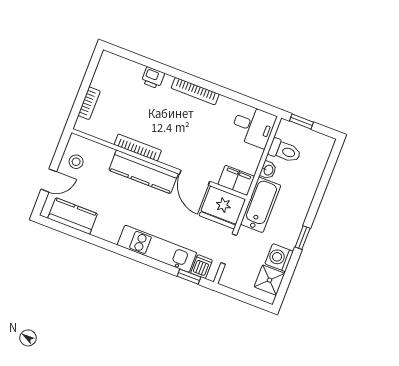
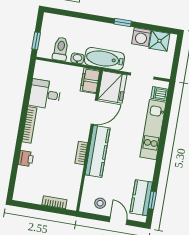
desk: (253, 126) -> (45, 94), moved, turned -90
bookcase: (138, 148) -> (81, 153), width x0.64
window: (189, 277) -> (152, 200), moved

